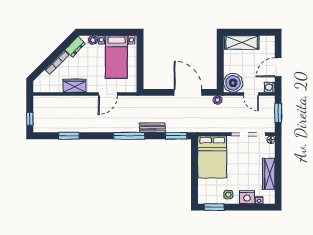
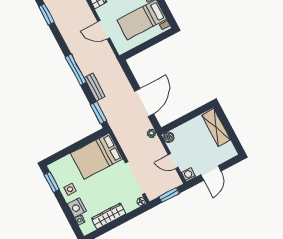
door: (278, 67) -> (211, 173), swing flipped
boiler: (233, 83) -> (169, 137), width x0.54, depth x0.54
door: (251, 94) -> (173, 161), hinge flipped

